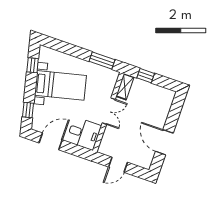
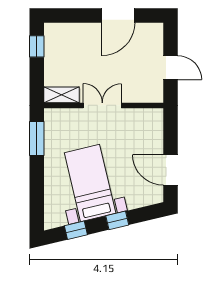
window: (146, 76) -> (37, 46), moved
window: (28, 110) -> (117, 220), moved
desk: (84, 133) -> (144, 129), removed

